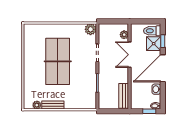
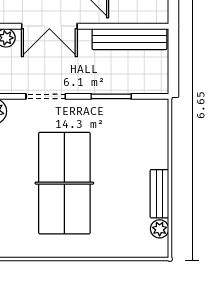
table tennis table: (58, 61) -> (64, 183), turned 90
bench: (124, 96) -> (129, 39), width x1.36

